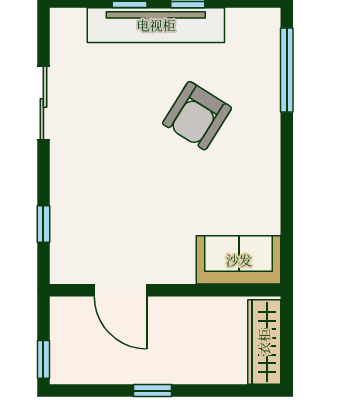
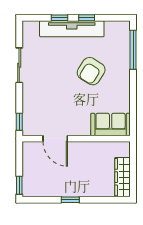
sofa: (239, 260) -> (111, 124), moved
door: (120, 290) -> (55, 139), moved
wall: (165, 290) -> (76, 139), moved

